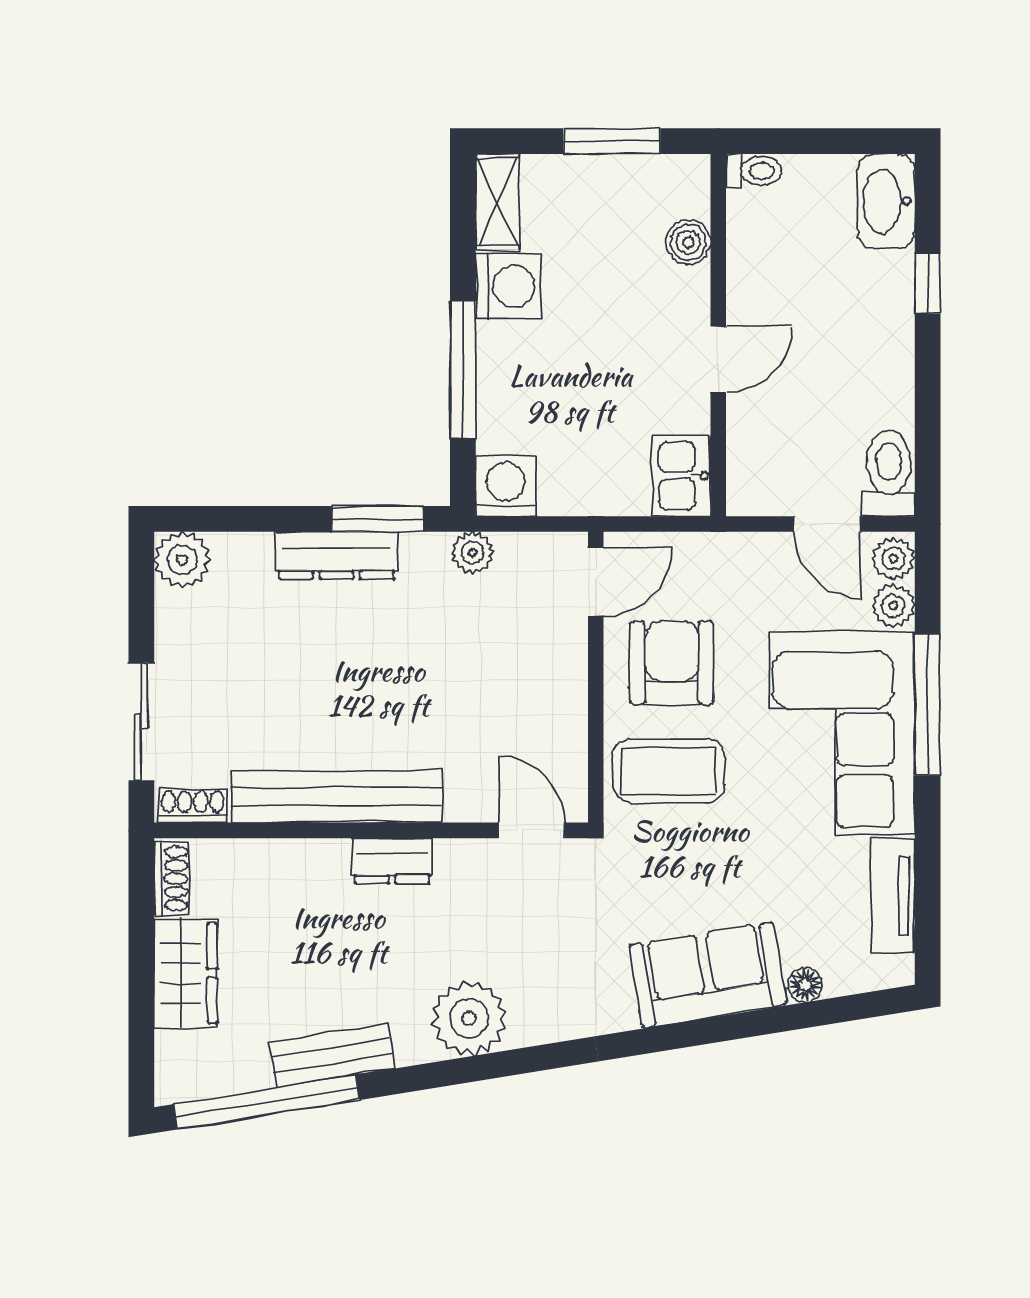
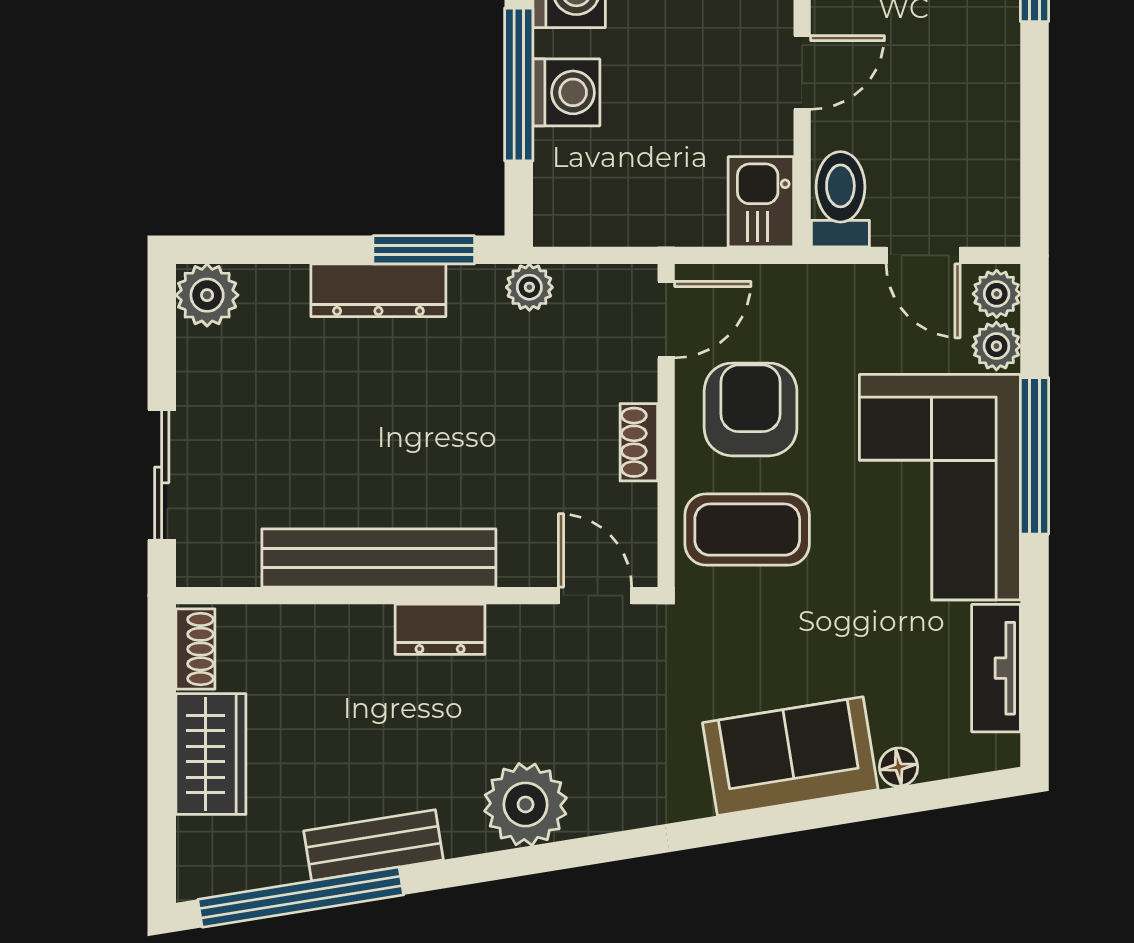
toilet: (889, 473) -> (840, 199), moved
washing machine: (506, 486) -> (566, 92), moved, turned 90
shoe rack: (193, 806) -> (639, 442), moved, turned -90

